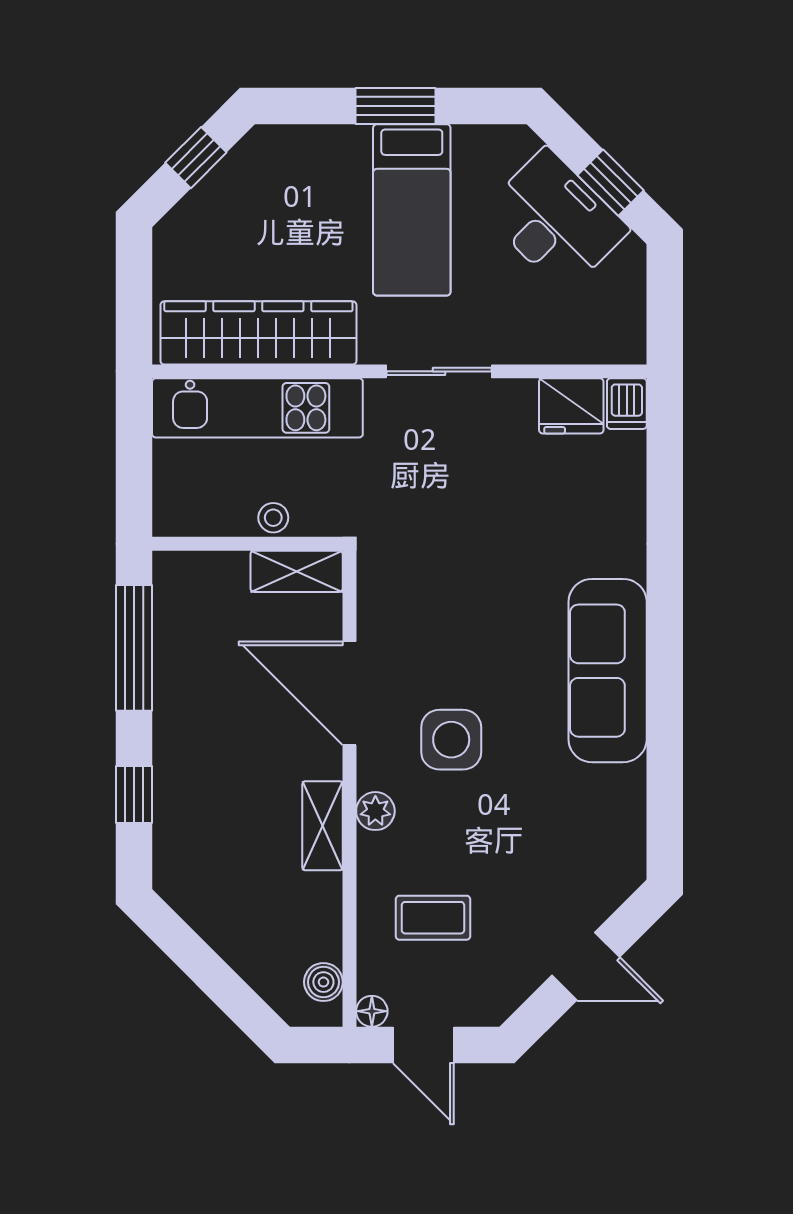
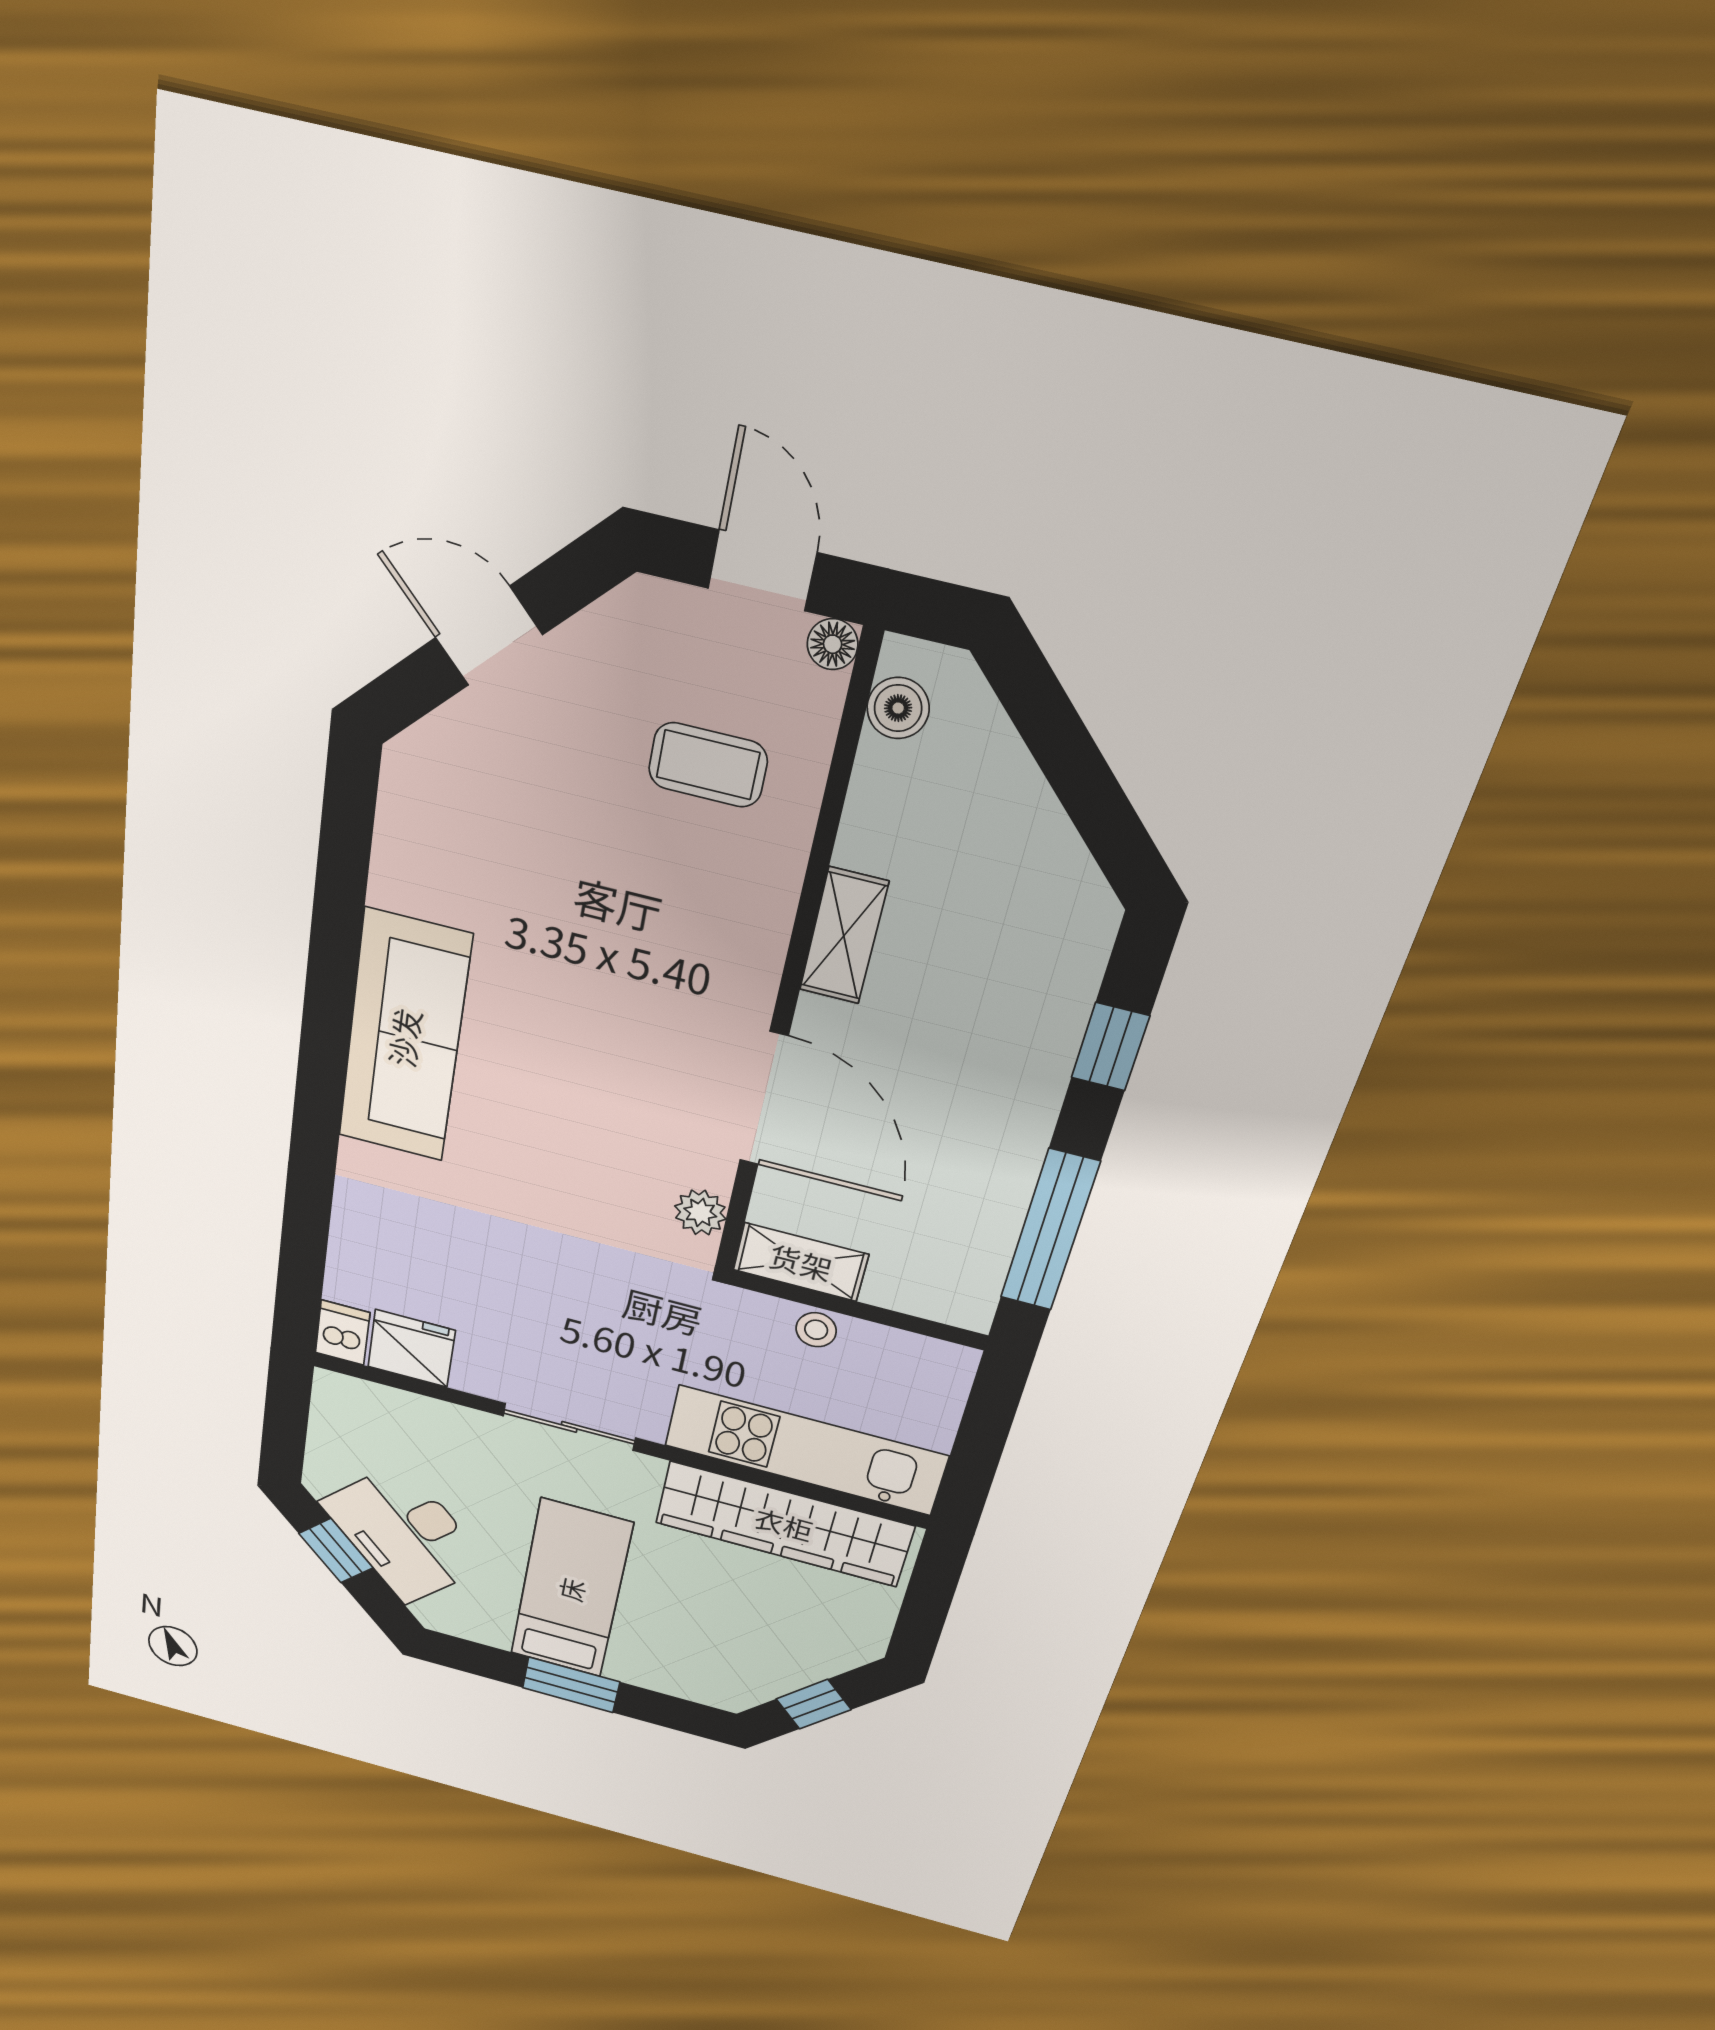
side table: (451, 740) -> (634, 1004), removed
plant: (375, 811) -> (700, 1212), moved

